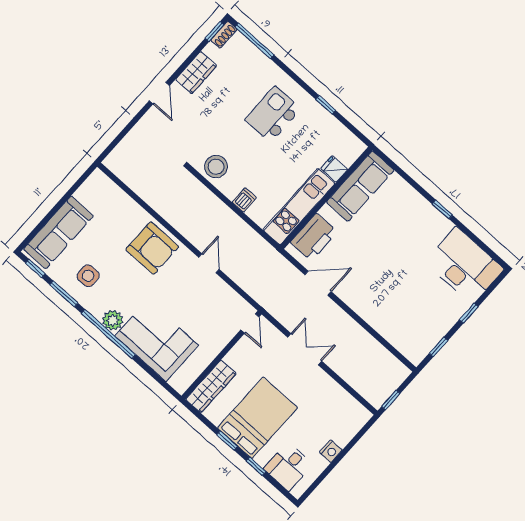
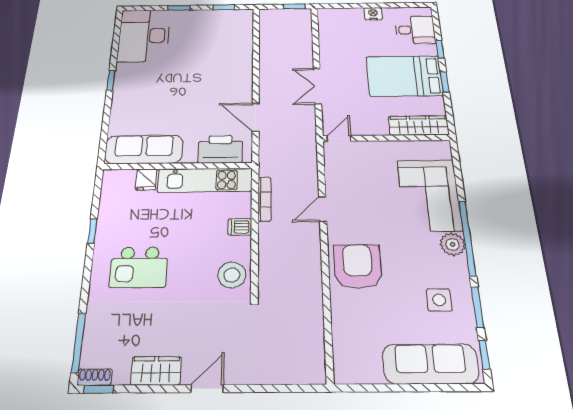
bookcase: (250, 233) -> (265, 199), added

